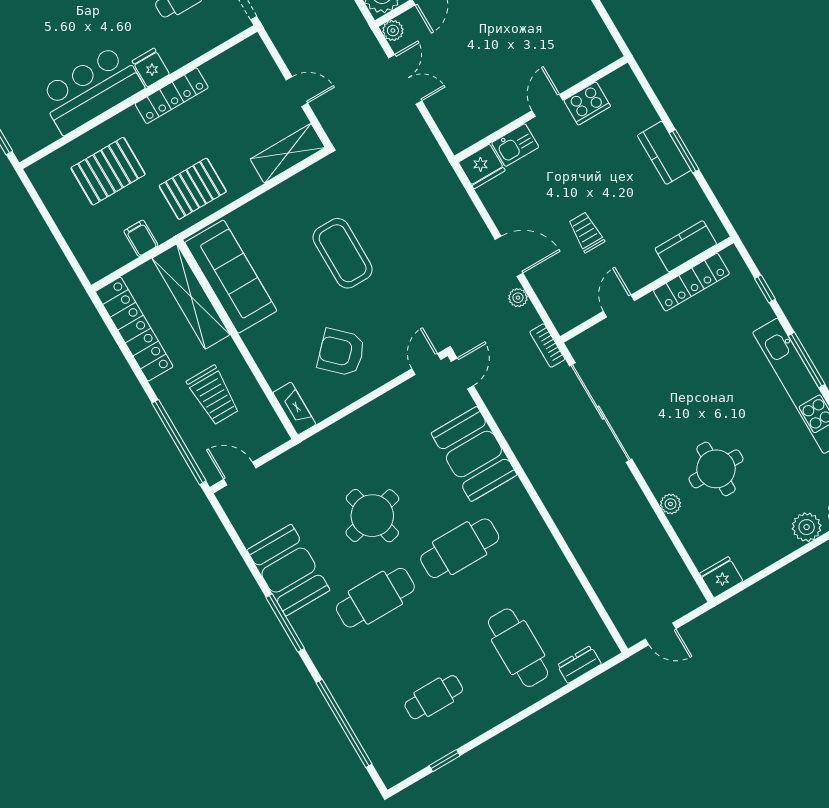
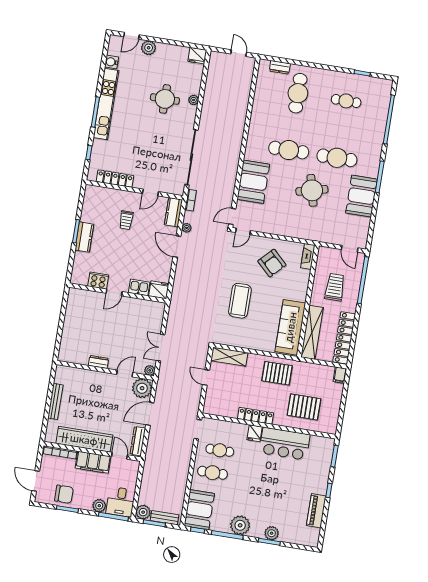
trolley: (586, 232) -> (126, 220), moved
filing cabinet: (141, 238) -> (340, 375), moved
kitchen counter: (686, 246) -> (173, 212), moved, turned 90

